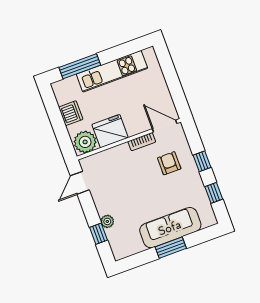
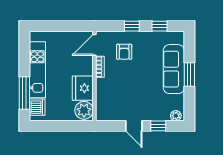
dishwasher: (71, 113) -> (37, 107), moved, turned 90
armchair: (169, 163) -> (124, 52), turned -90
door: (80, 183) -> (134, 126), moved
plant: (107, 221) -> (176, 116), moved

